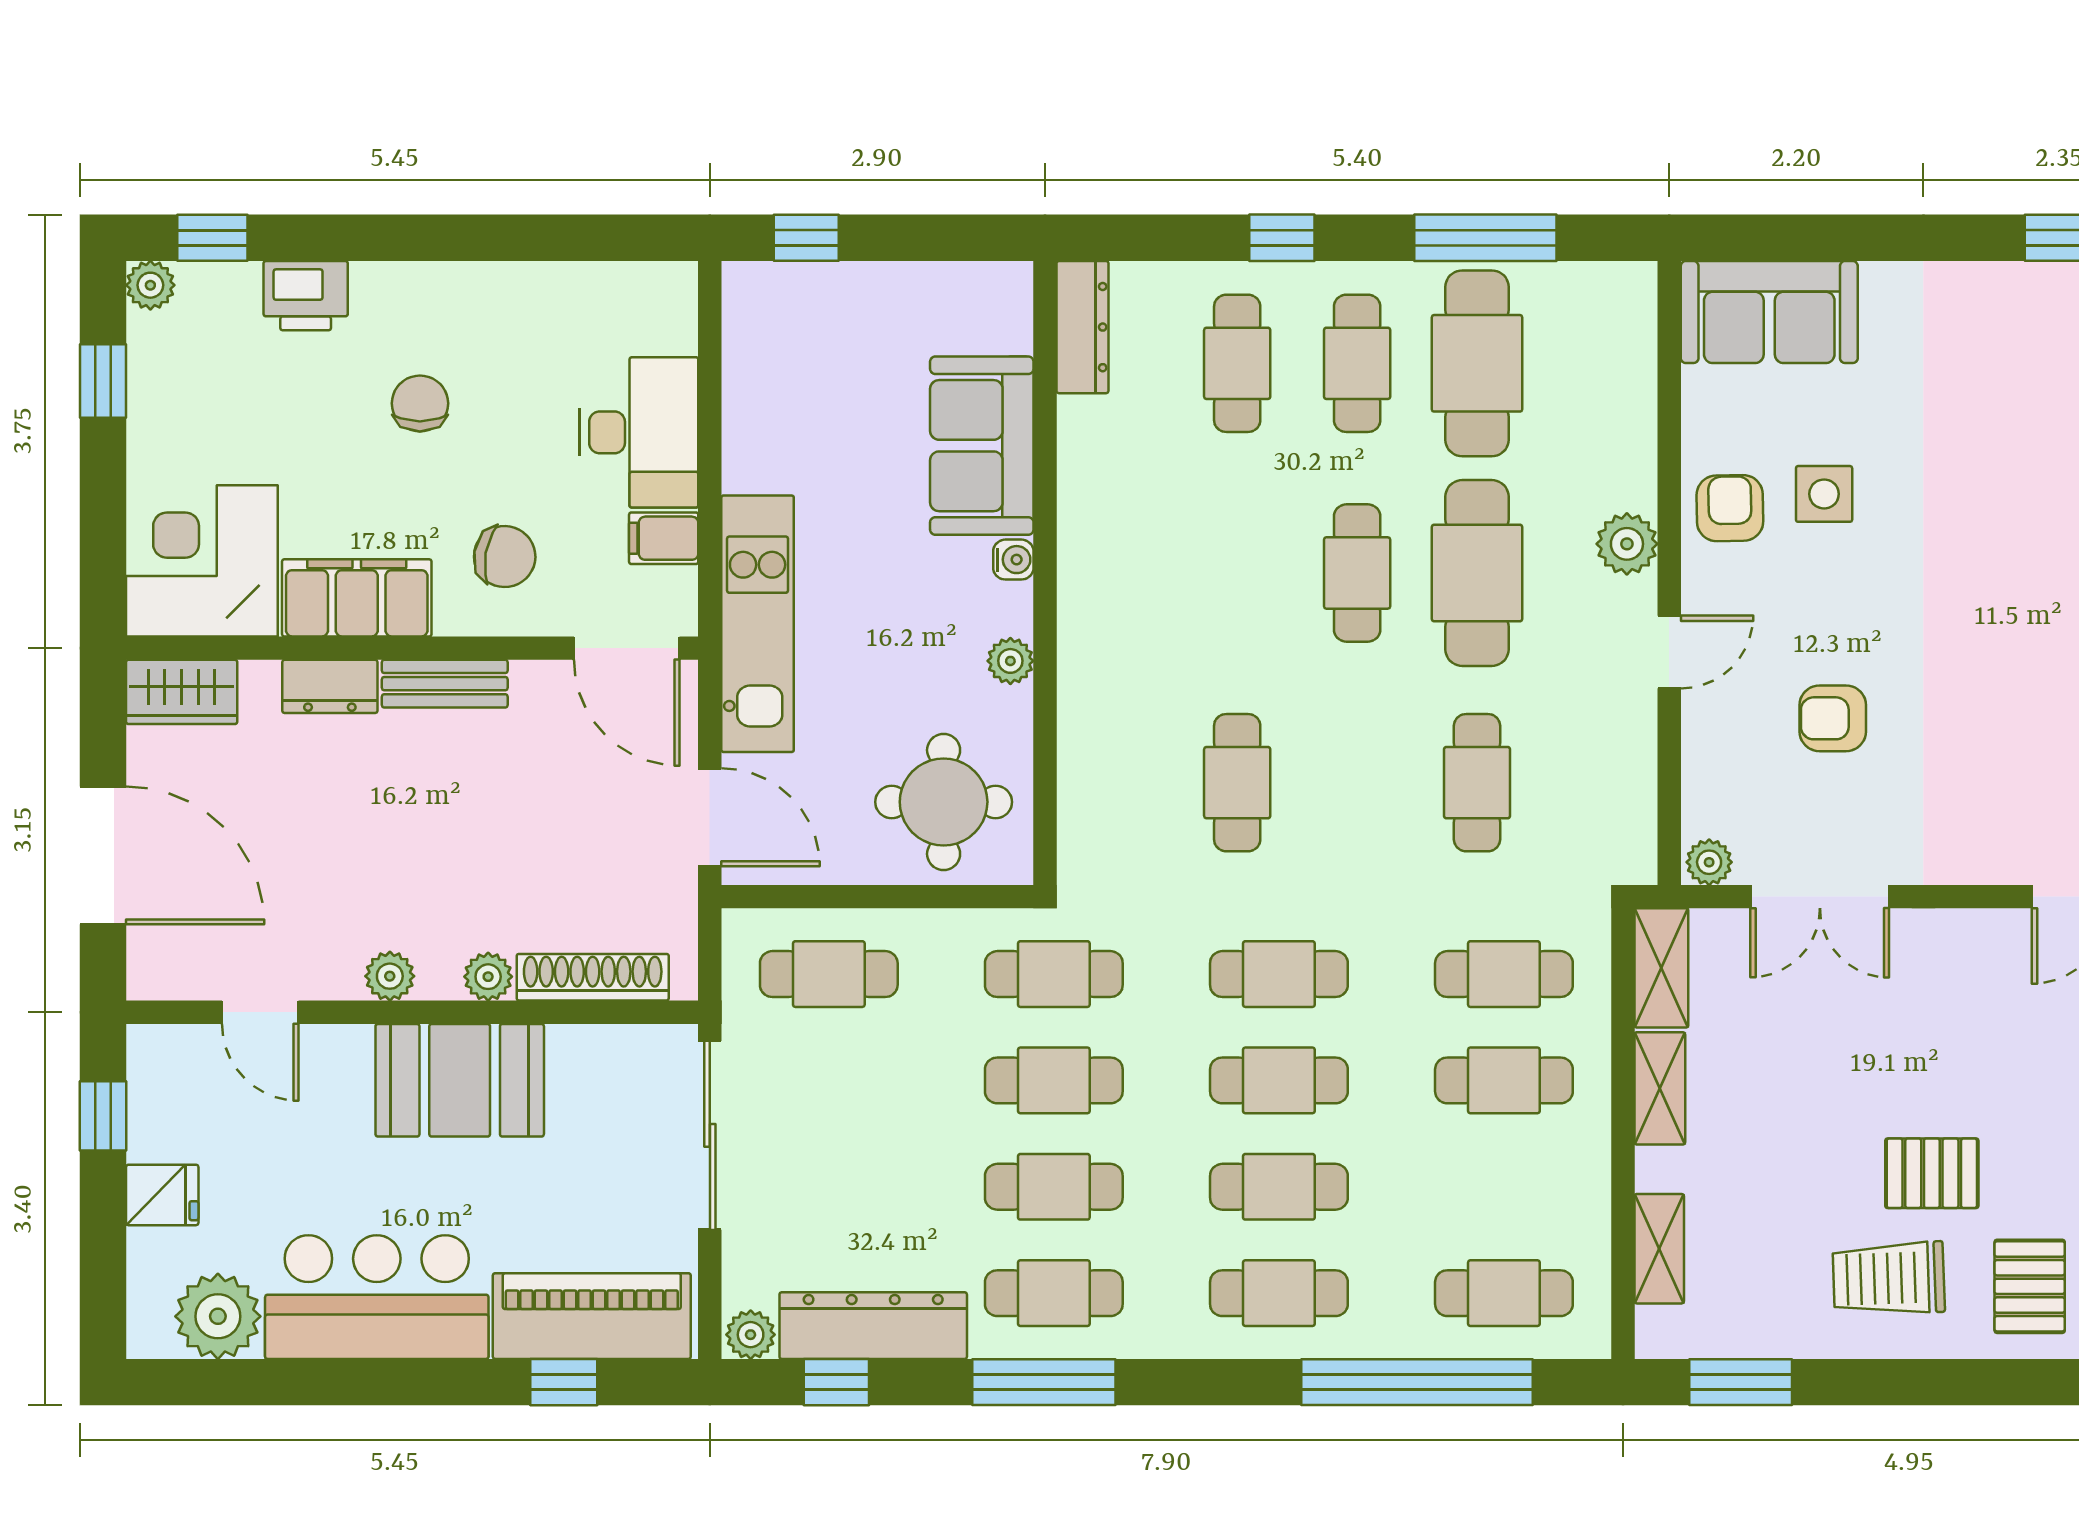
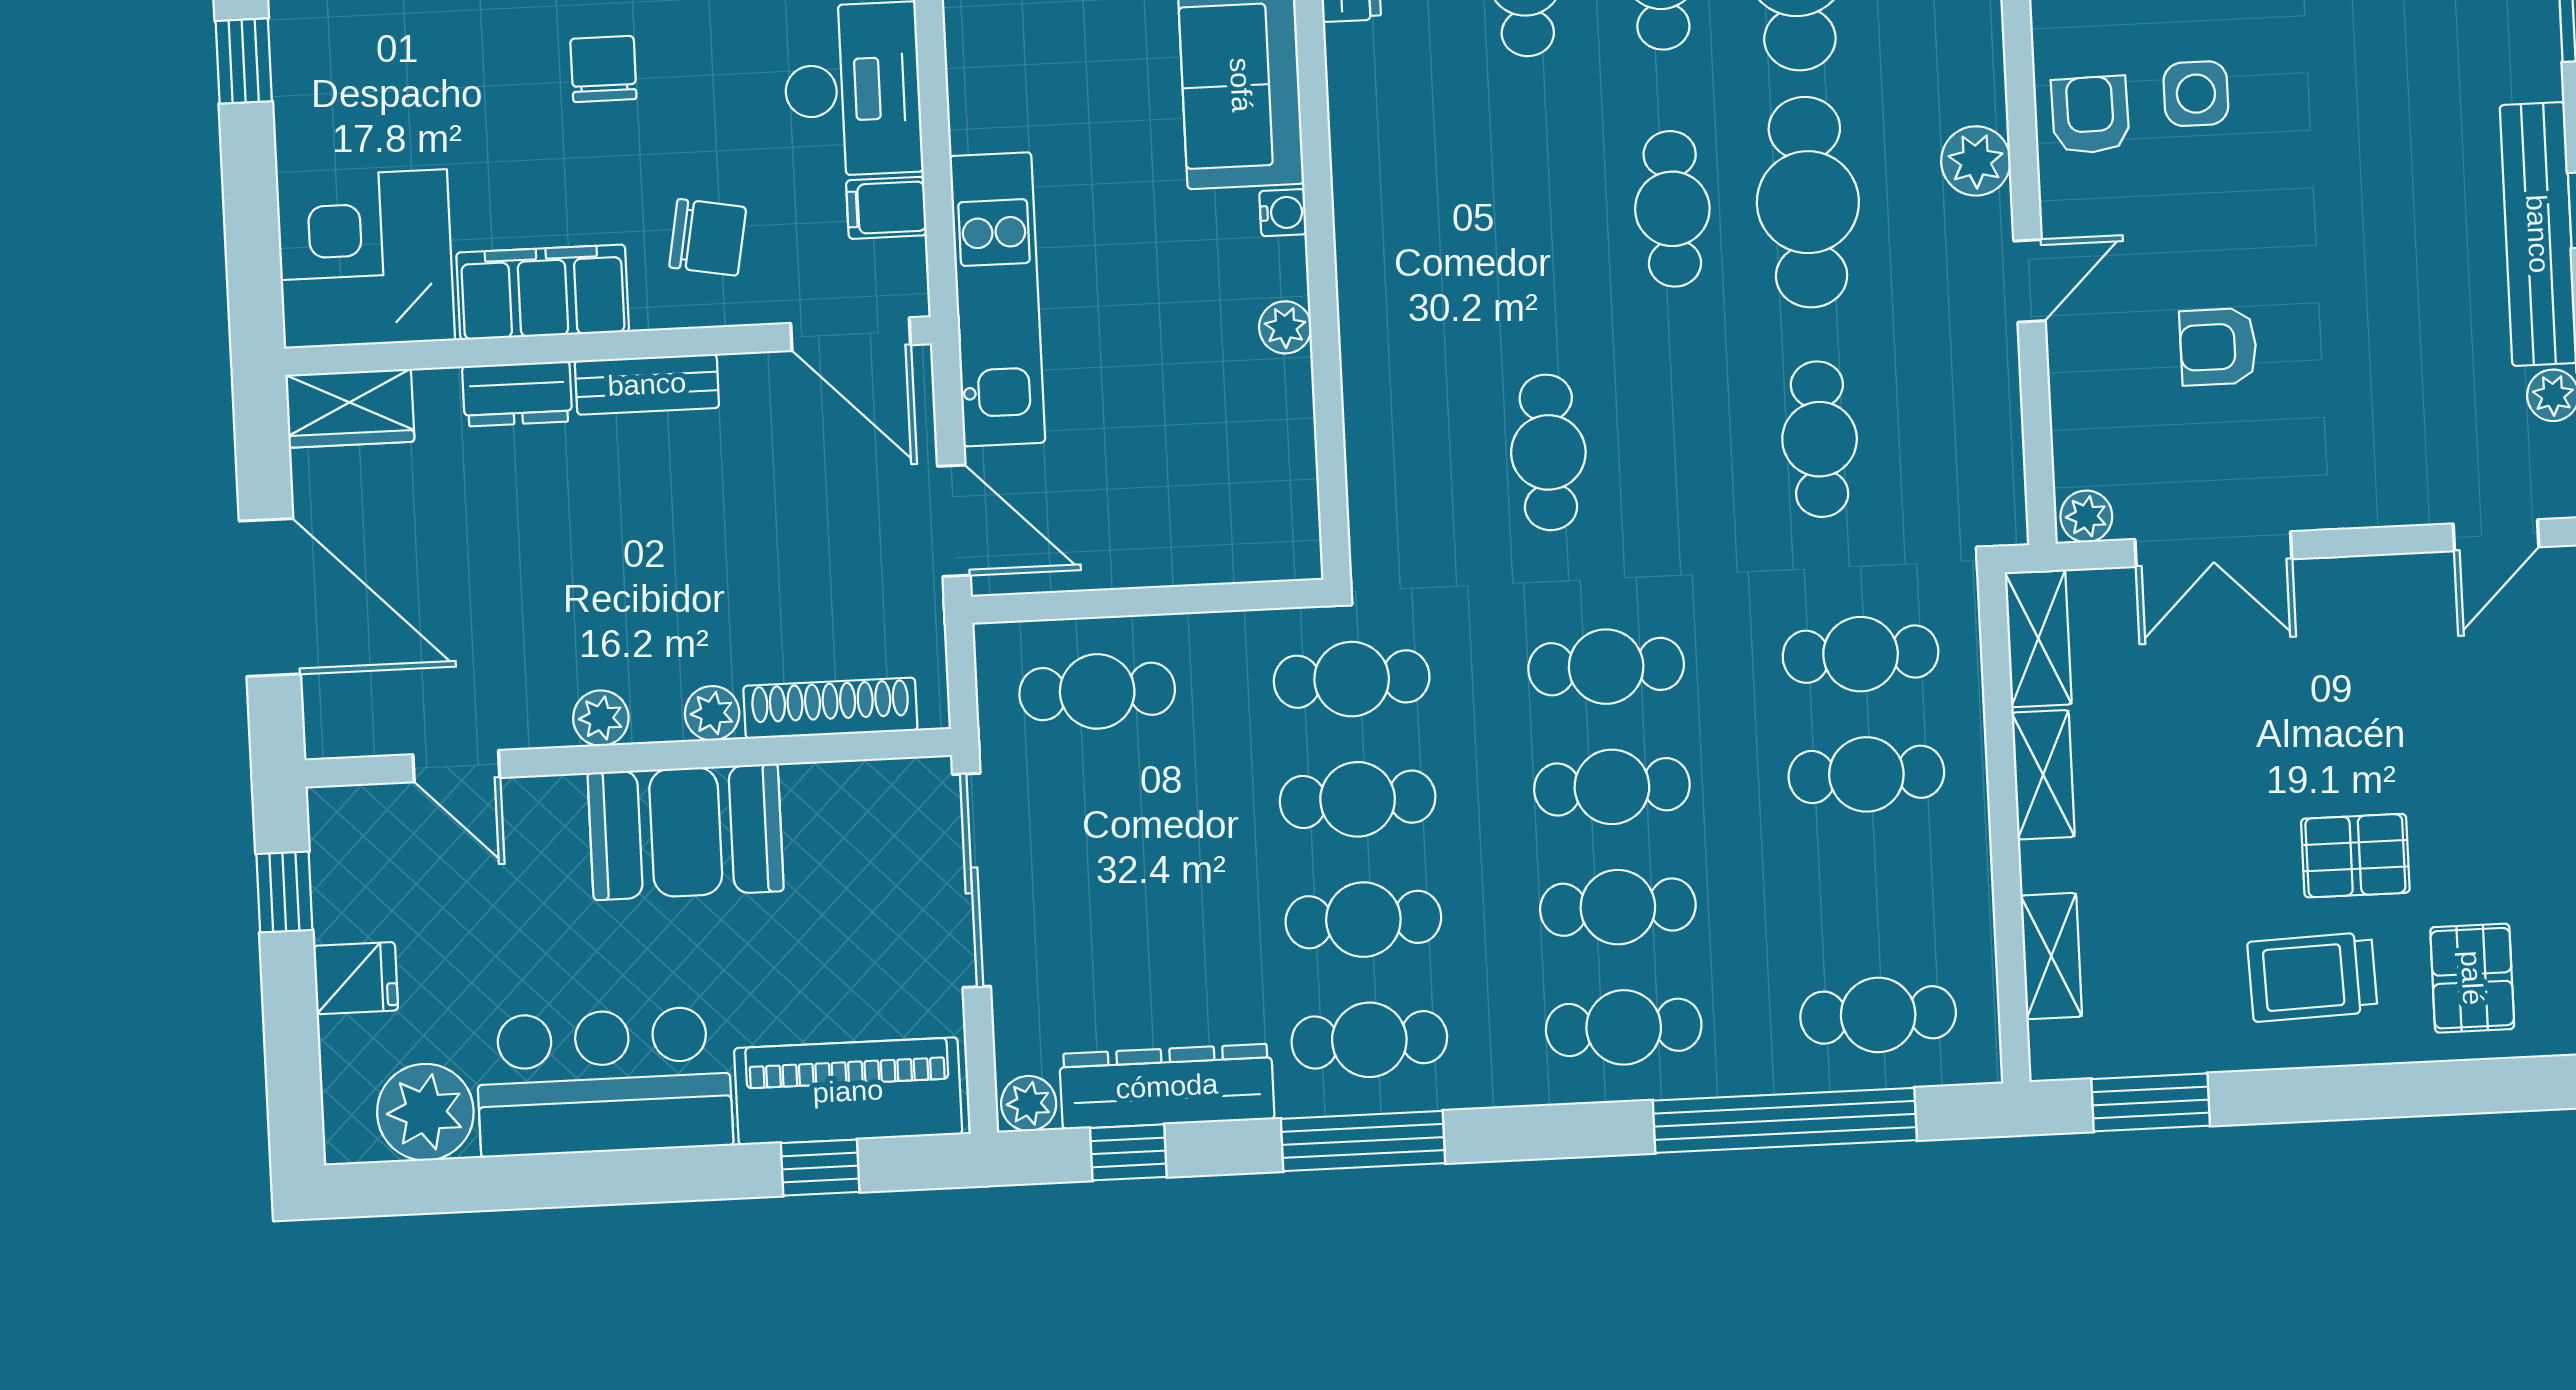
round table: (944, 802) -> (1217, 491), removed

